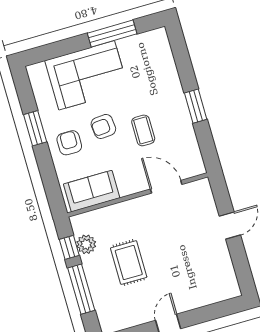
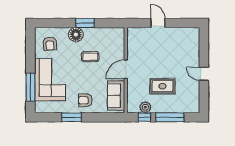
window: (112, 33) -> (30, 87), moved
floor lamp: (173, 97) -> (76, 35), added
armchair: (103, 126) -> (50, 44), moved
door: (166, 187) -> (126, 69), moved

